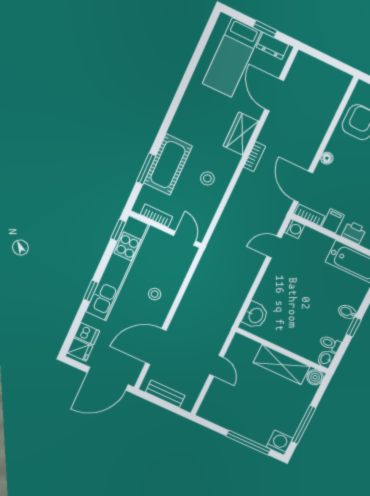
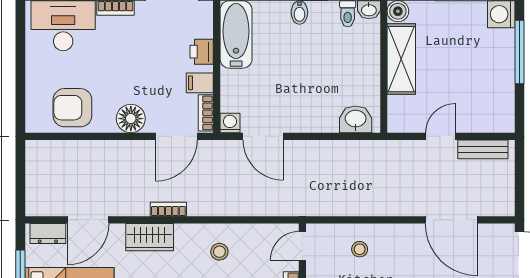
dresser: (272, 46) -> (48, 233), moved, turned 90
floor lamp: (327, 158) -> (131, 119), width x1.89, depth x1.89
door: (274, 247) -> (263, 136), width x1.38
stool: (155, 294) -> (360, 249), moved
bench: (165, 394) -> (483, 149), moved, turned 90

